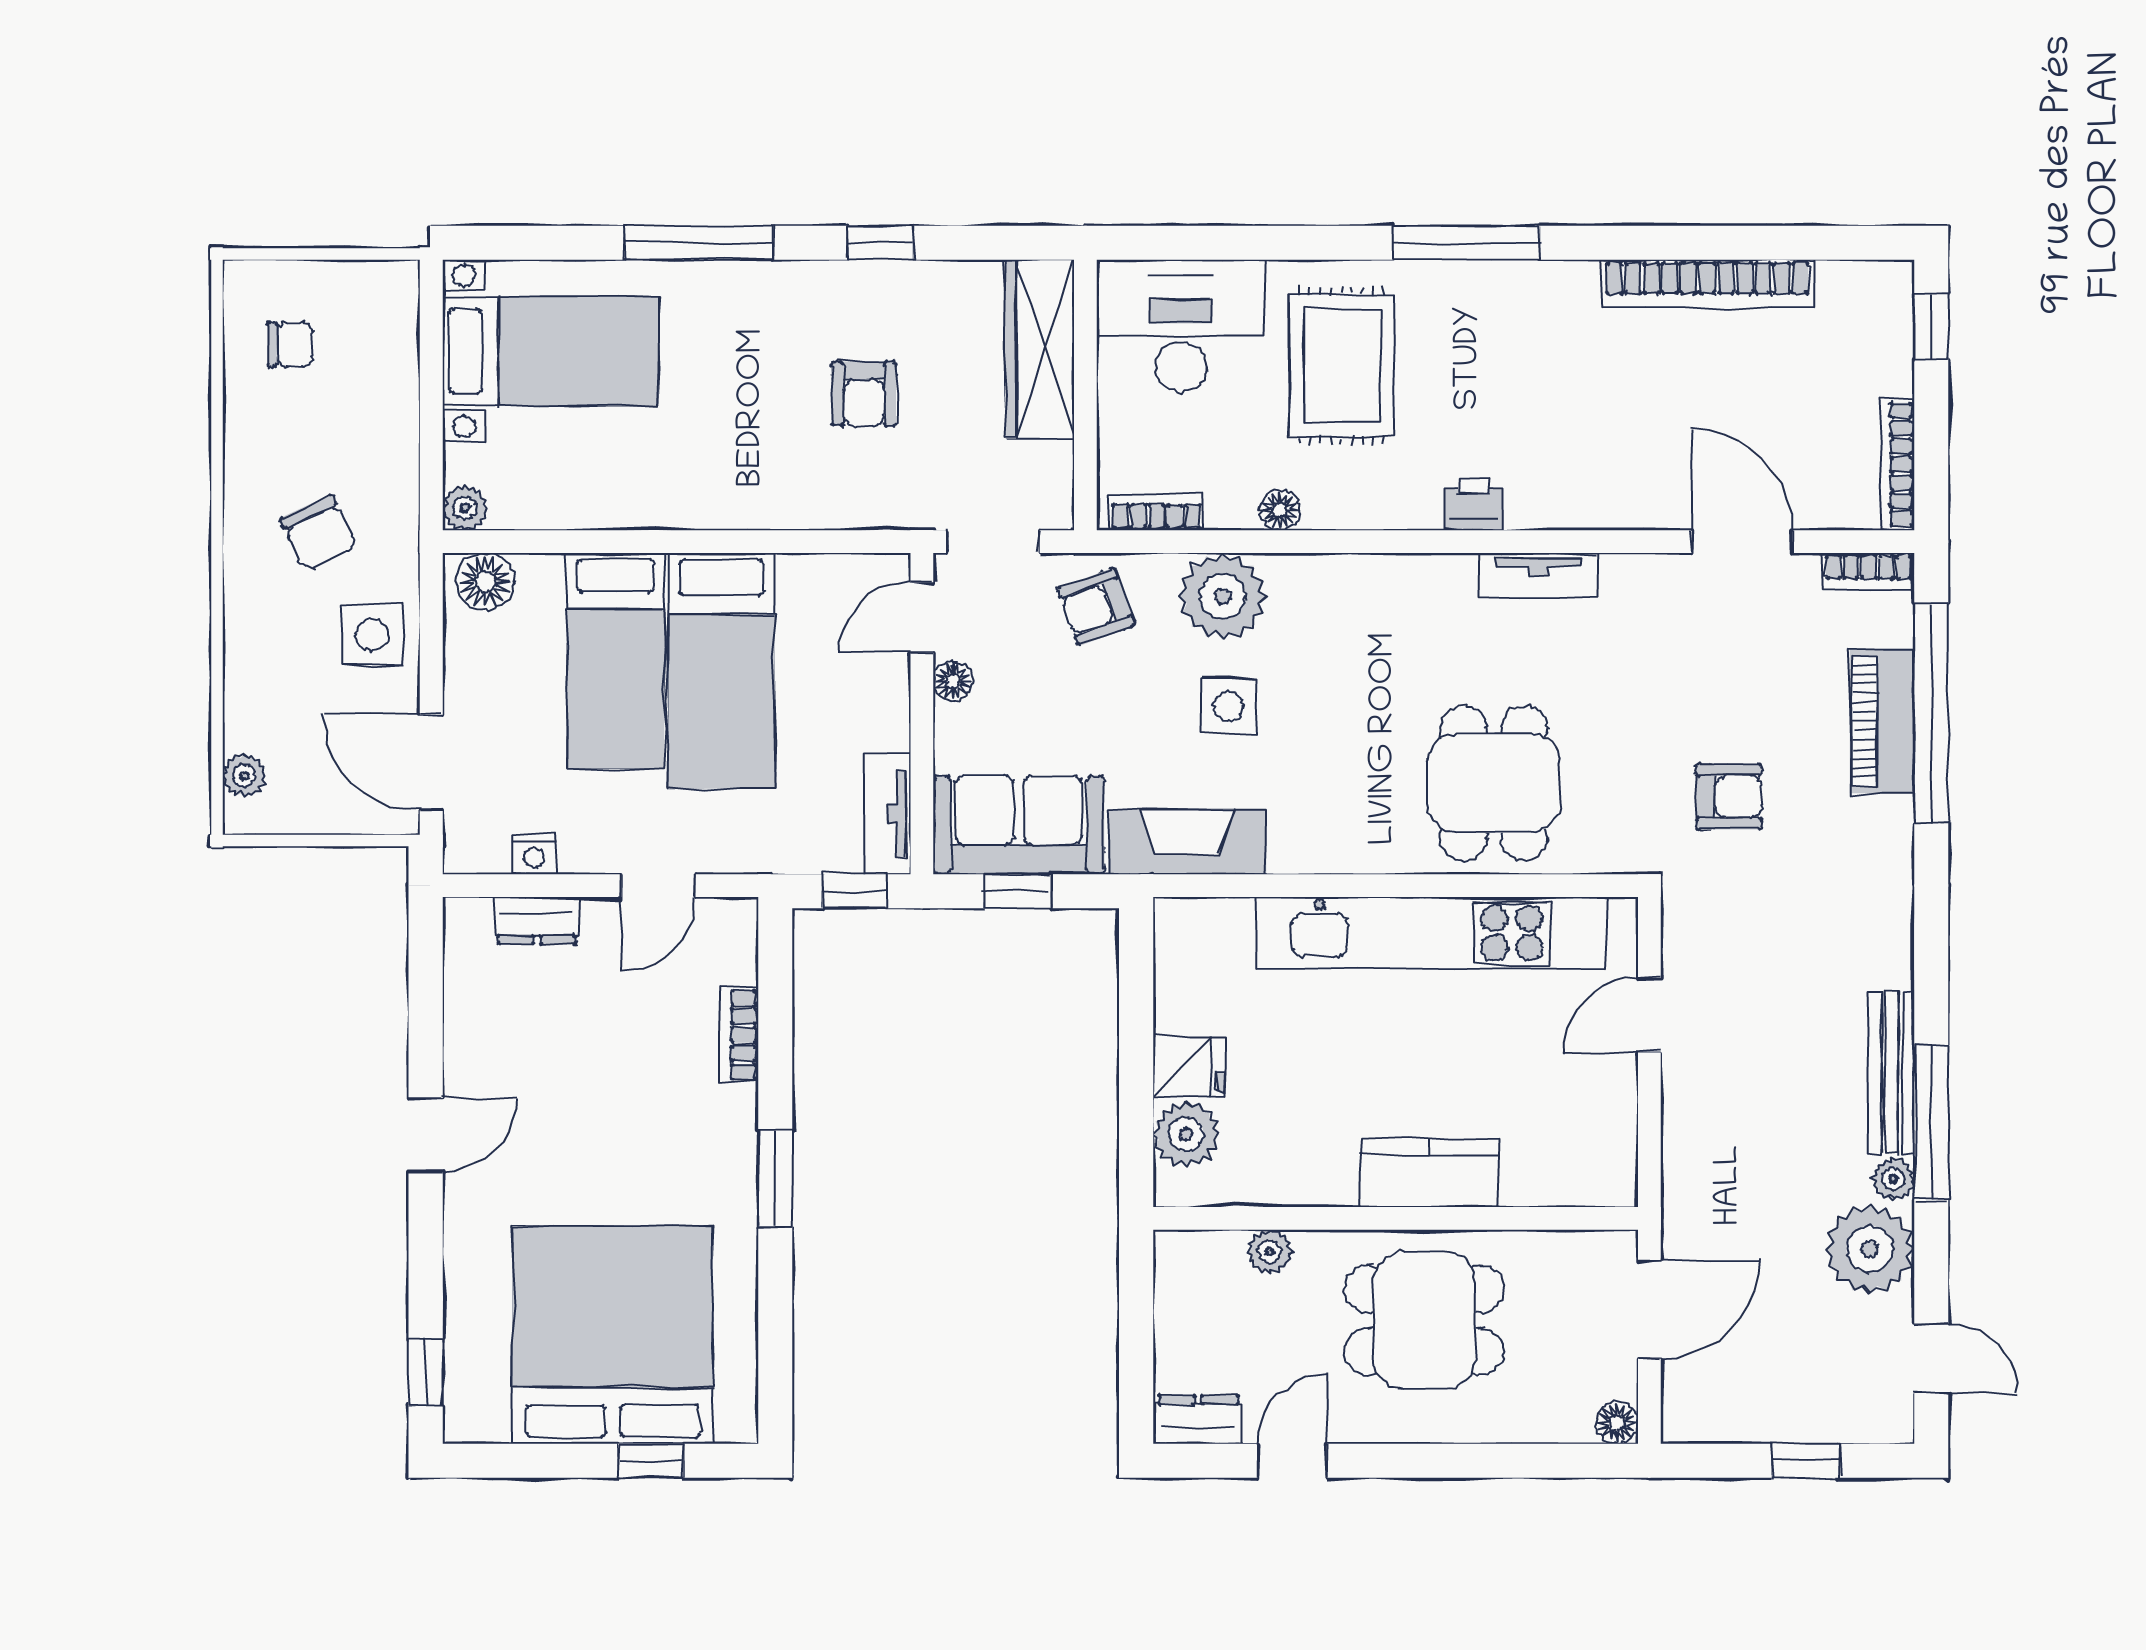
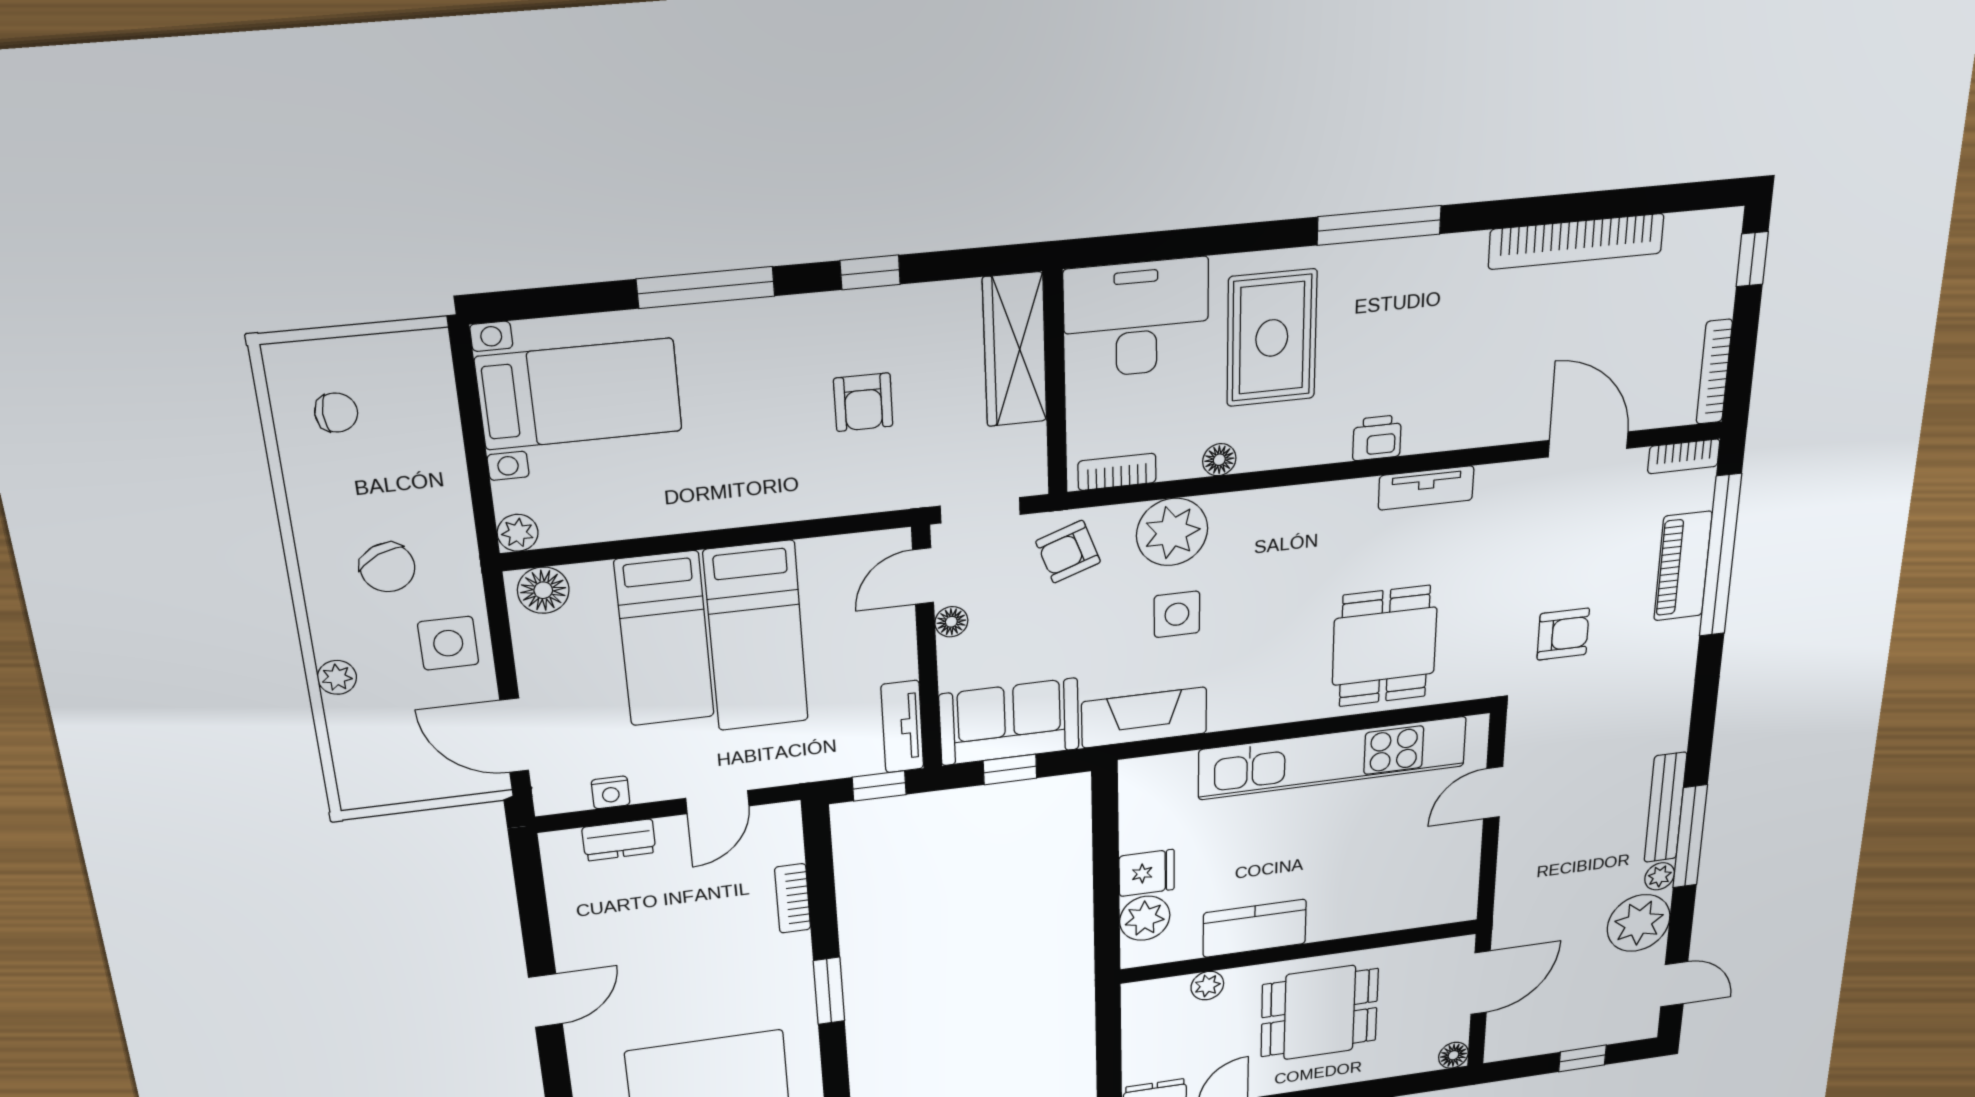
plant: (244, 776) -> (337, 677), moved
kitchen counter: (1430, 1173) -> (1255, 928), moved

